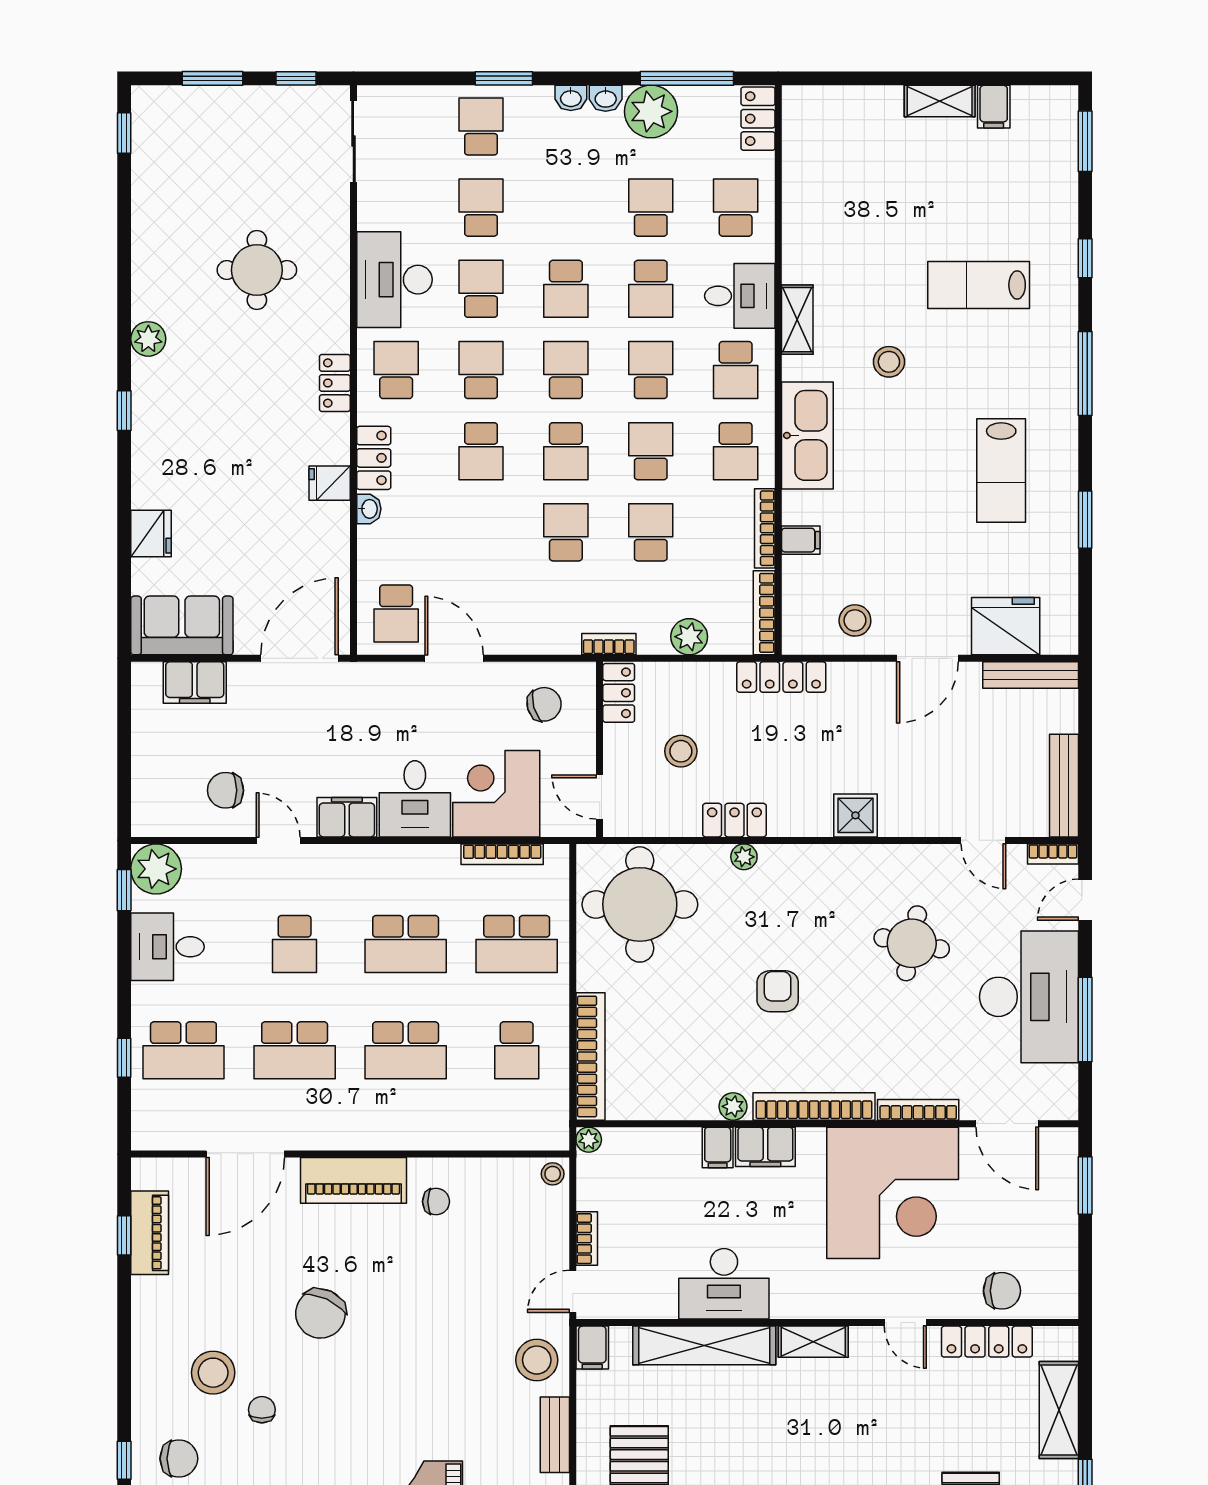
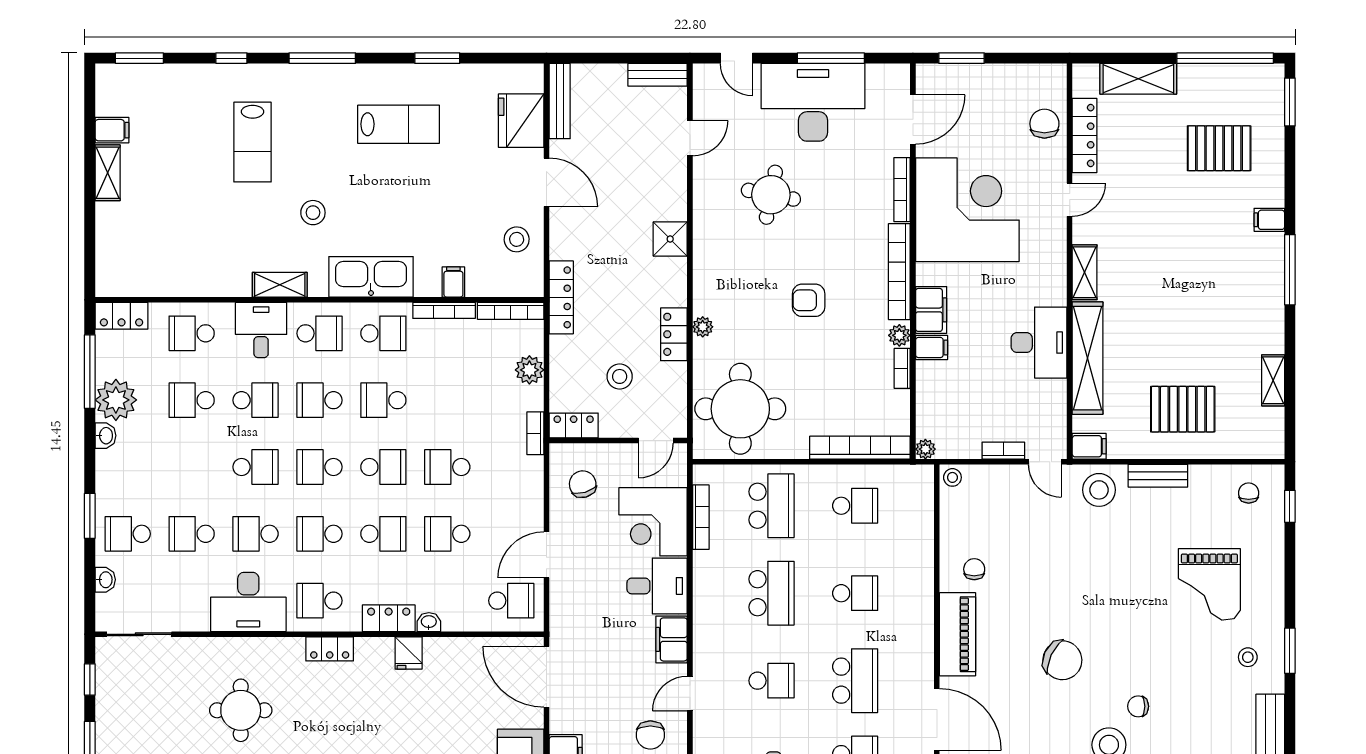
washbasin: (571, 98) -> (105, 580), moved
school desk: (651, 532) -> (447, 534), moved
bench: (1064, 786) -> (658, 75), width x0.73
bookcase: (1053, 854) -> (902, 368), moved, turned 180
school desk: (406, 1050) -> (855, 593), width x0.54

